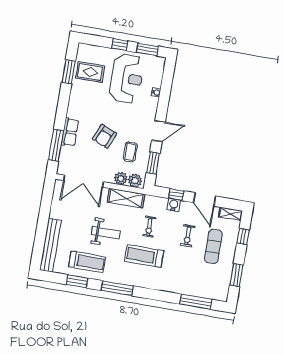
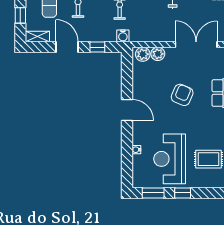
door: (159, 131) -> (127, 110), swing flipped
coffee table: (130, 152) -> (153, 83), removed
window: (153, 163) -> (127, 76), removed
shelving: (126, 198) -> (149, 34), removed
water cooler: (174, 205) -> (123, 36), moved

